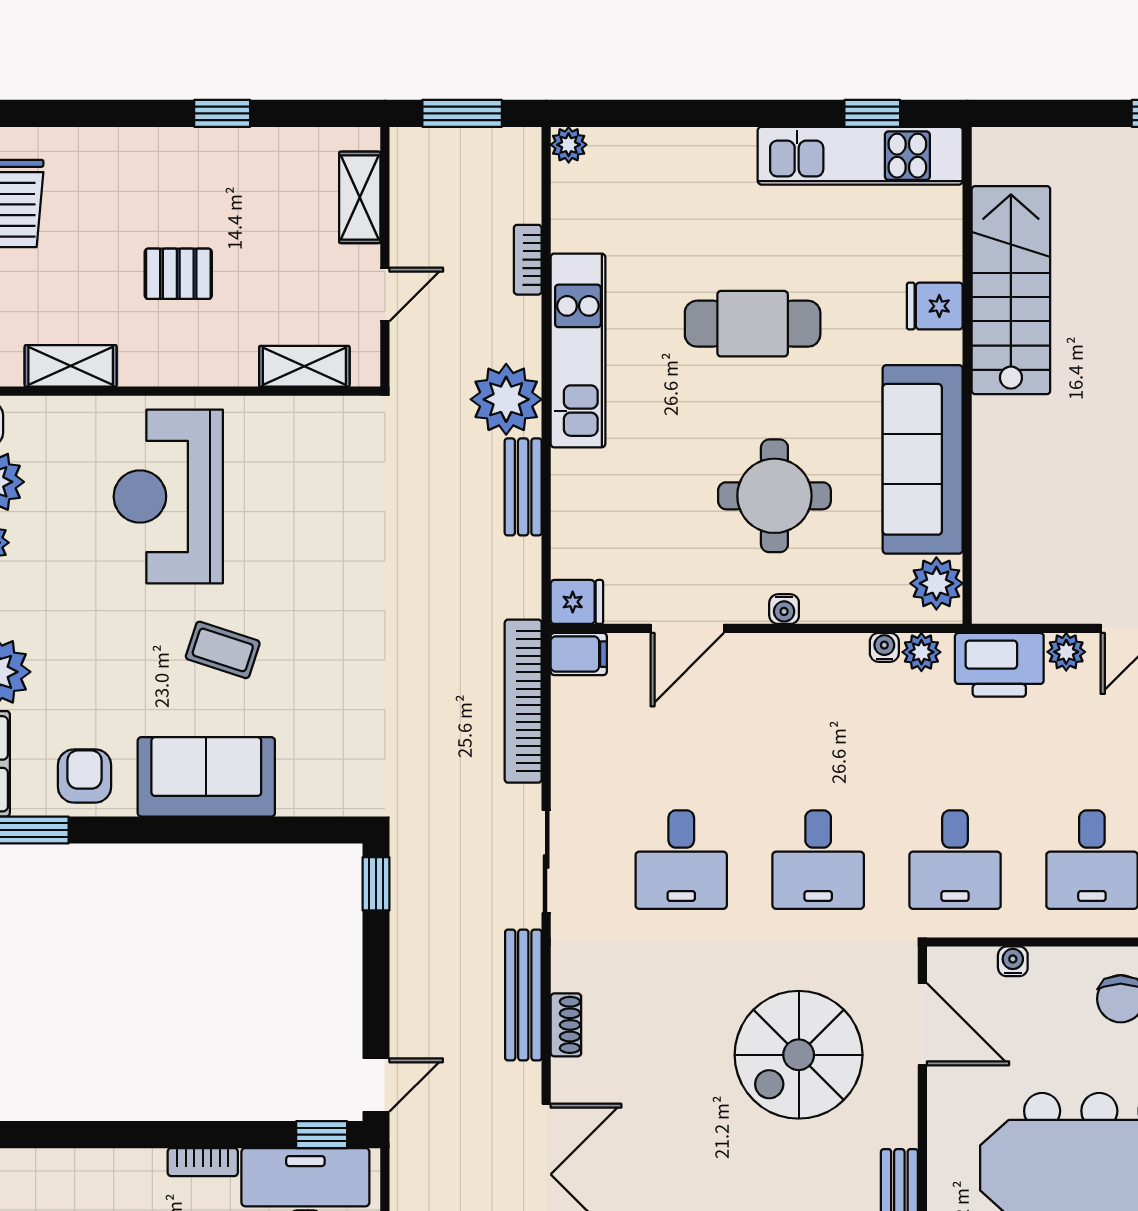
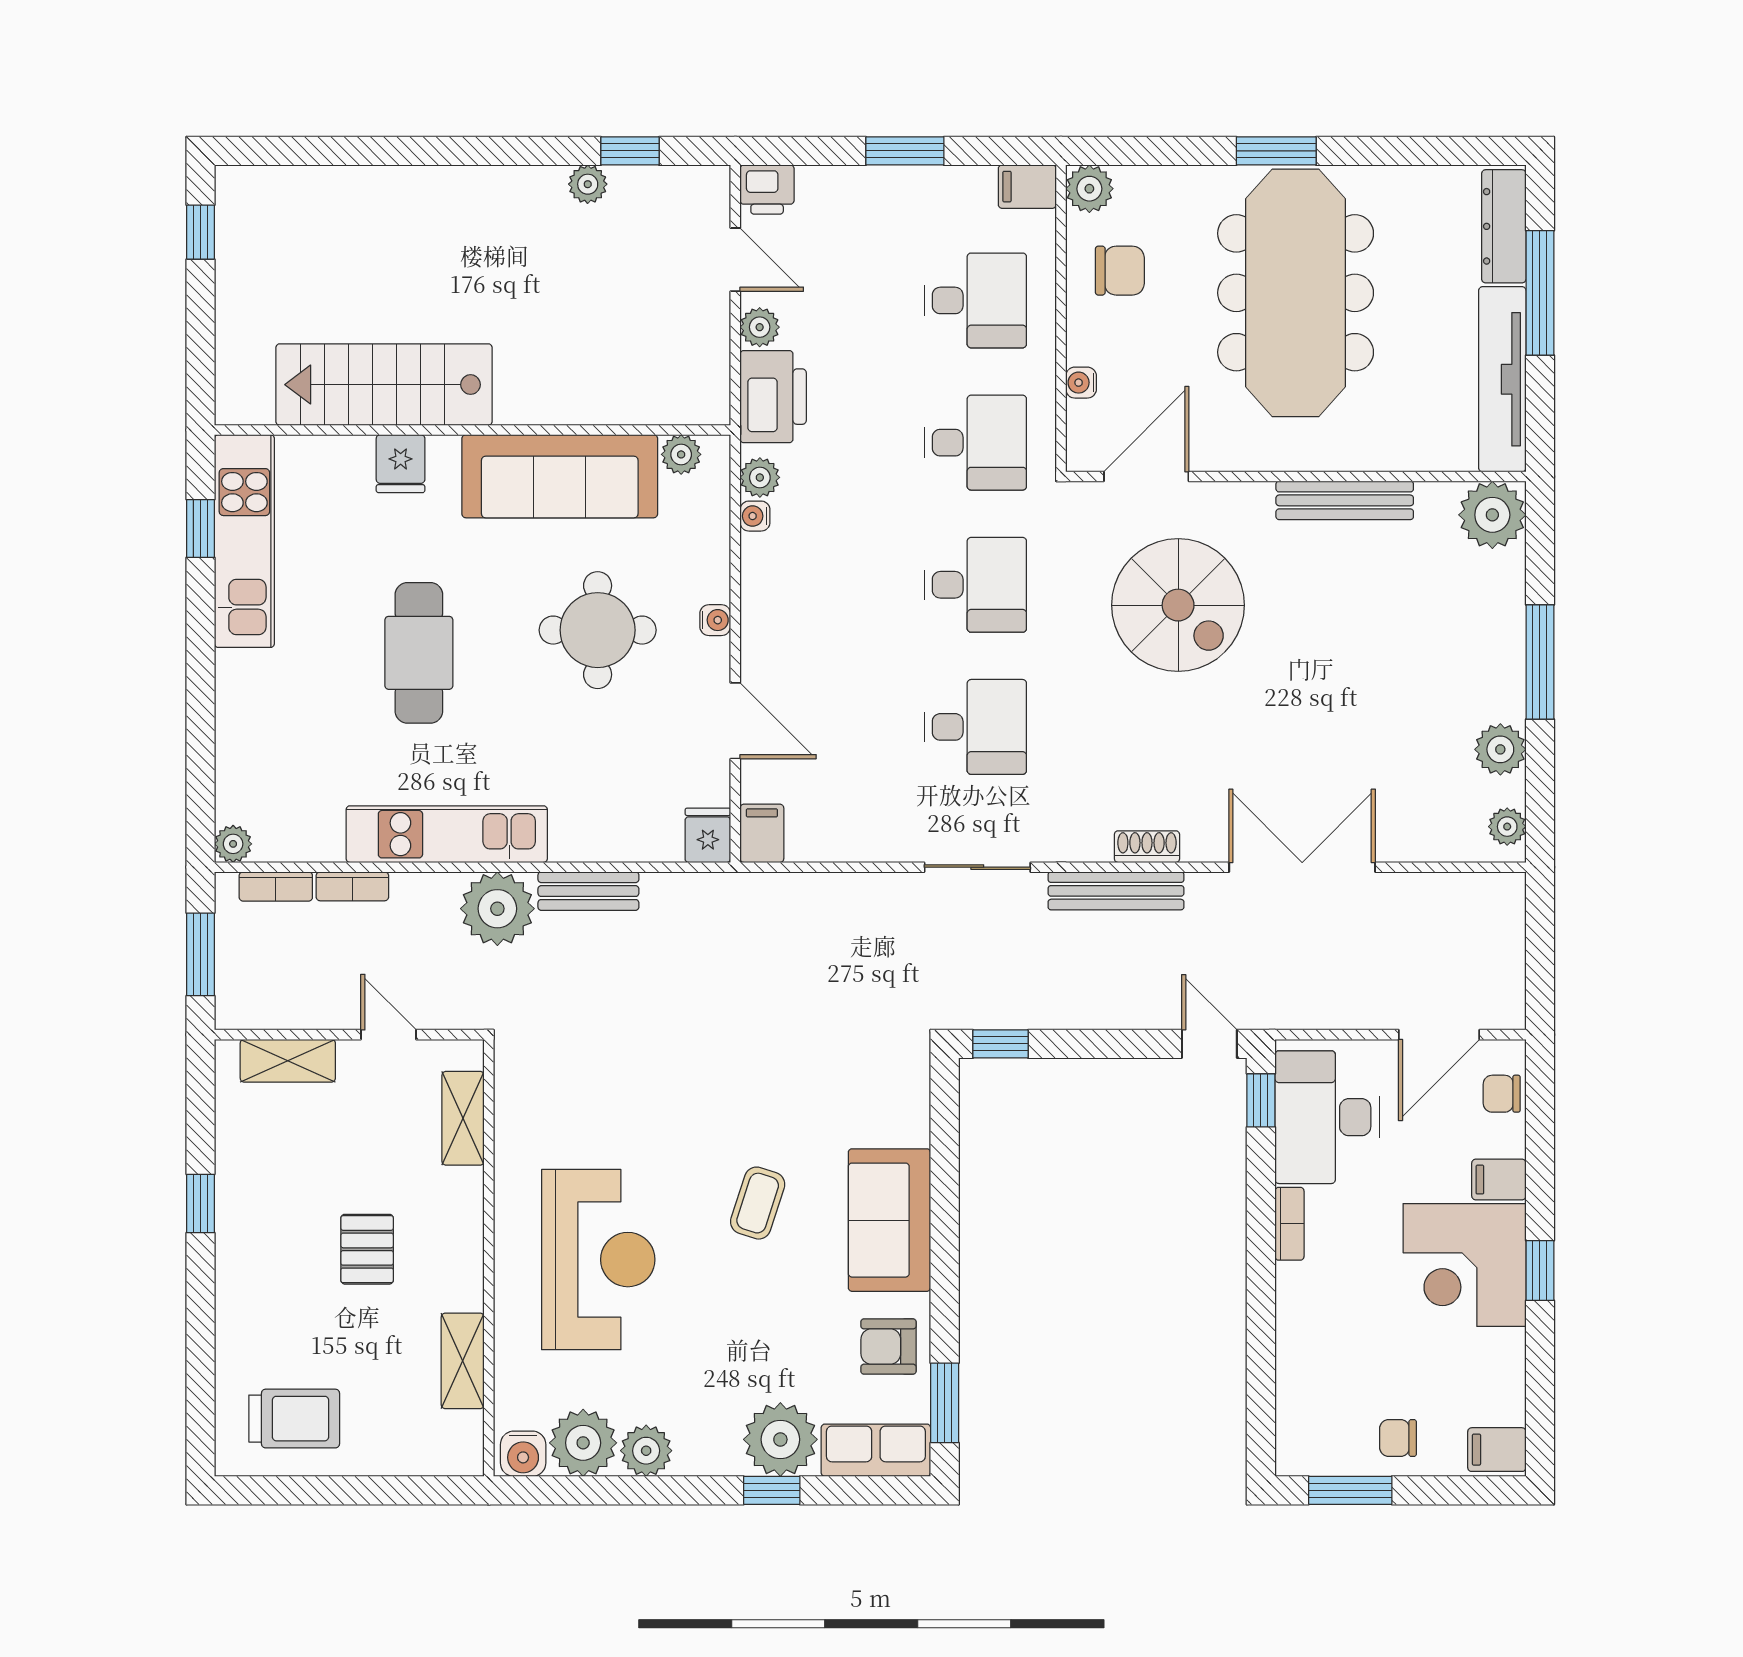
reception desk: (168, 496) -> (598, 1260), turned -90
plant: (936, 583) -> (681, 454), width x0.73, depth x0.73
bookcase: (523, 701) -> (276, 886), moved, width x0.43, depth x0.76

